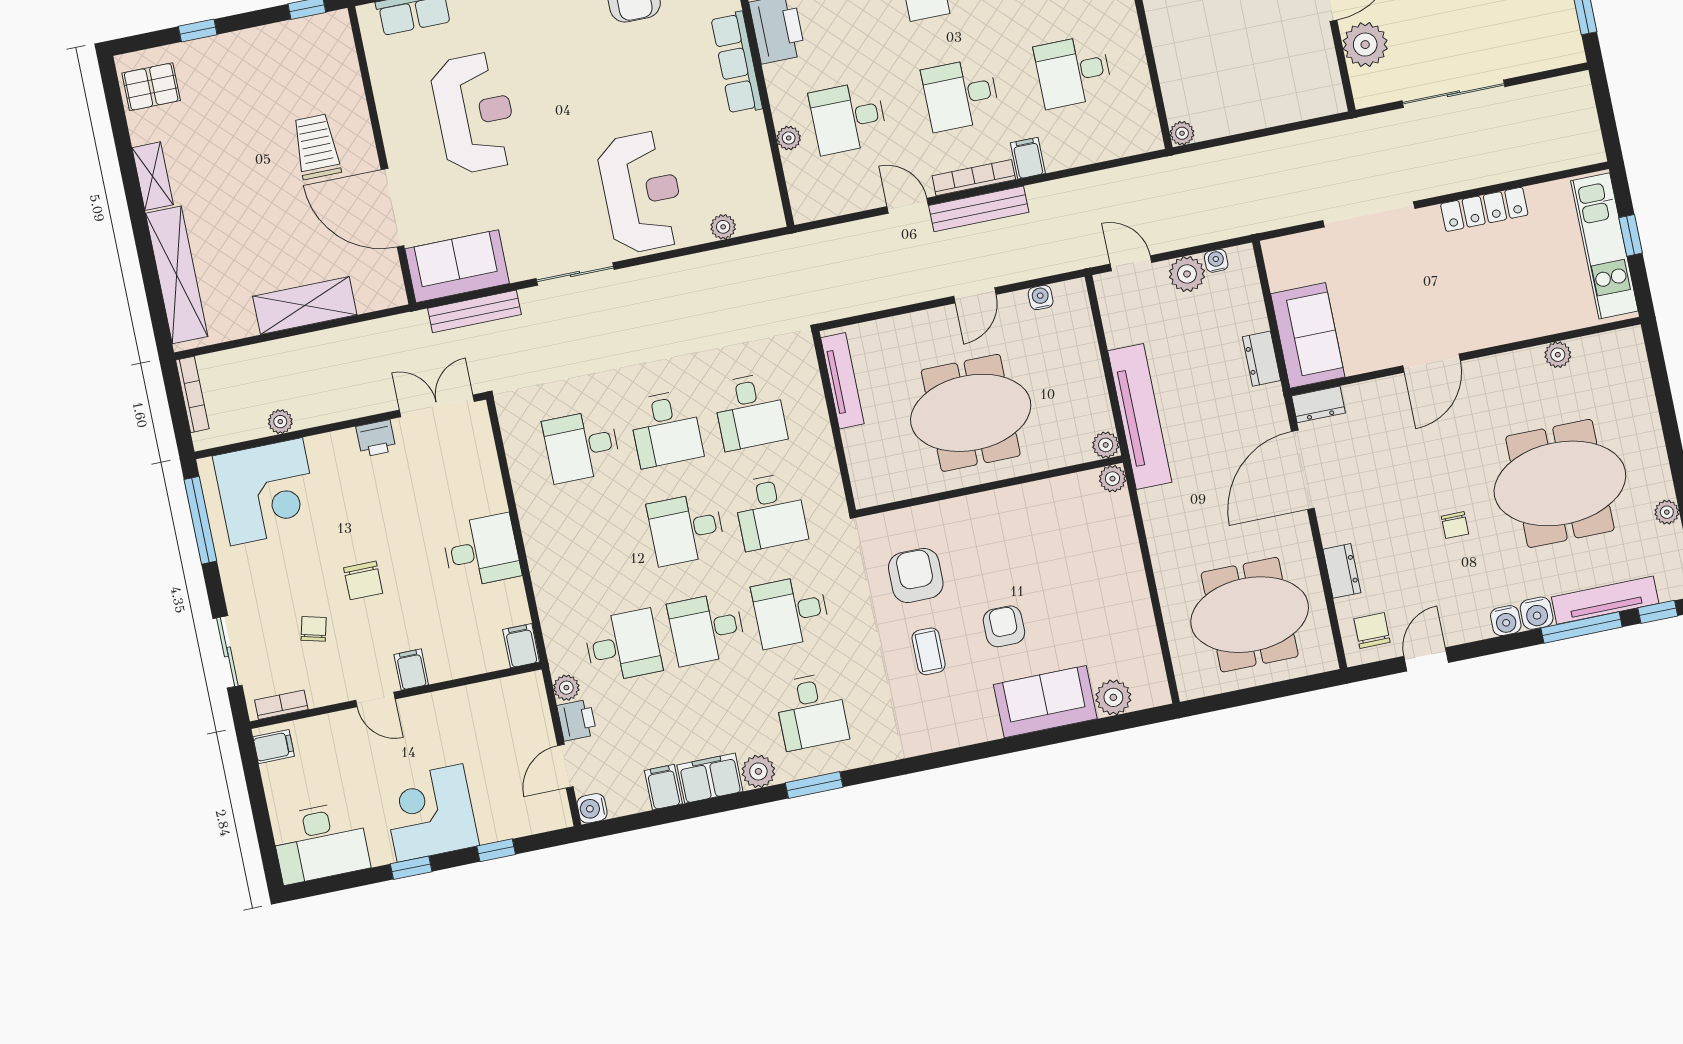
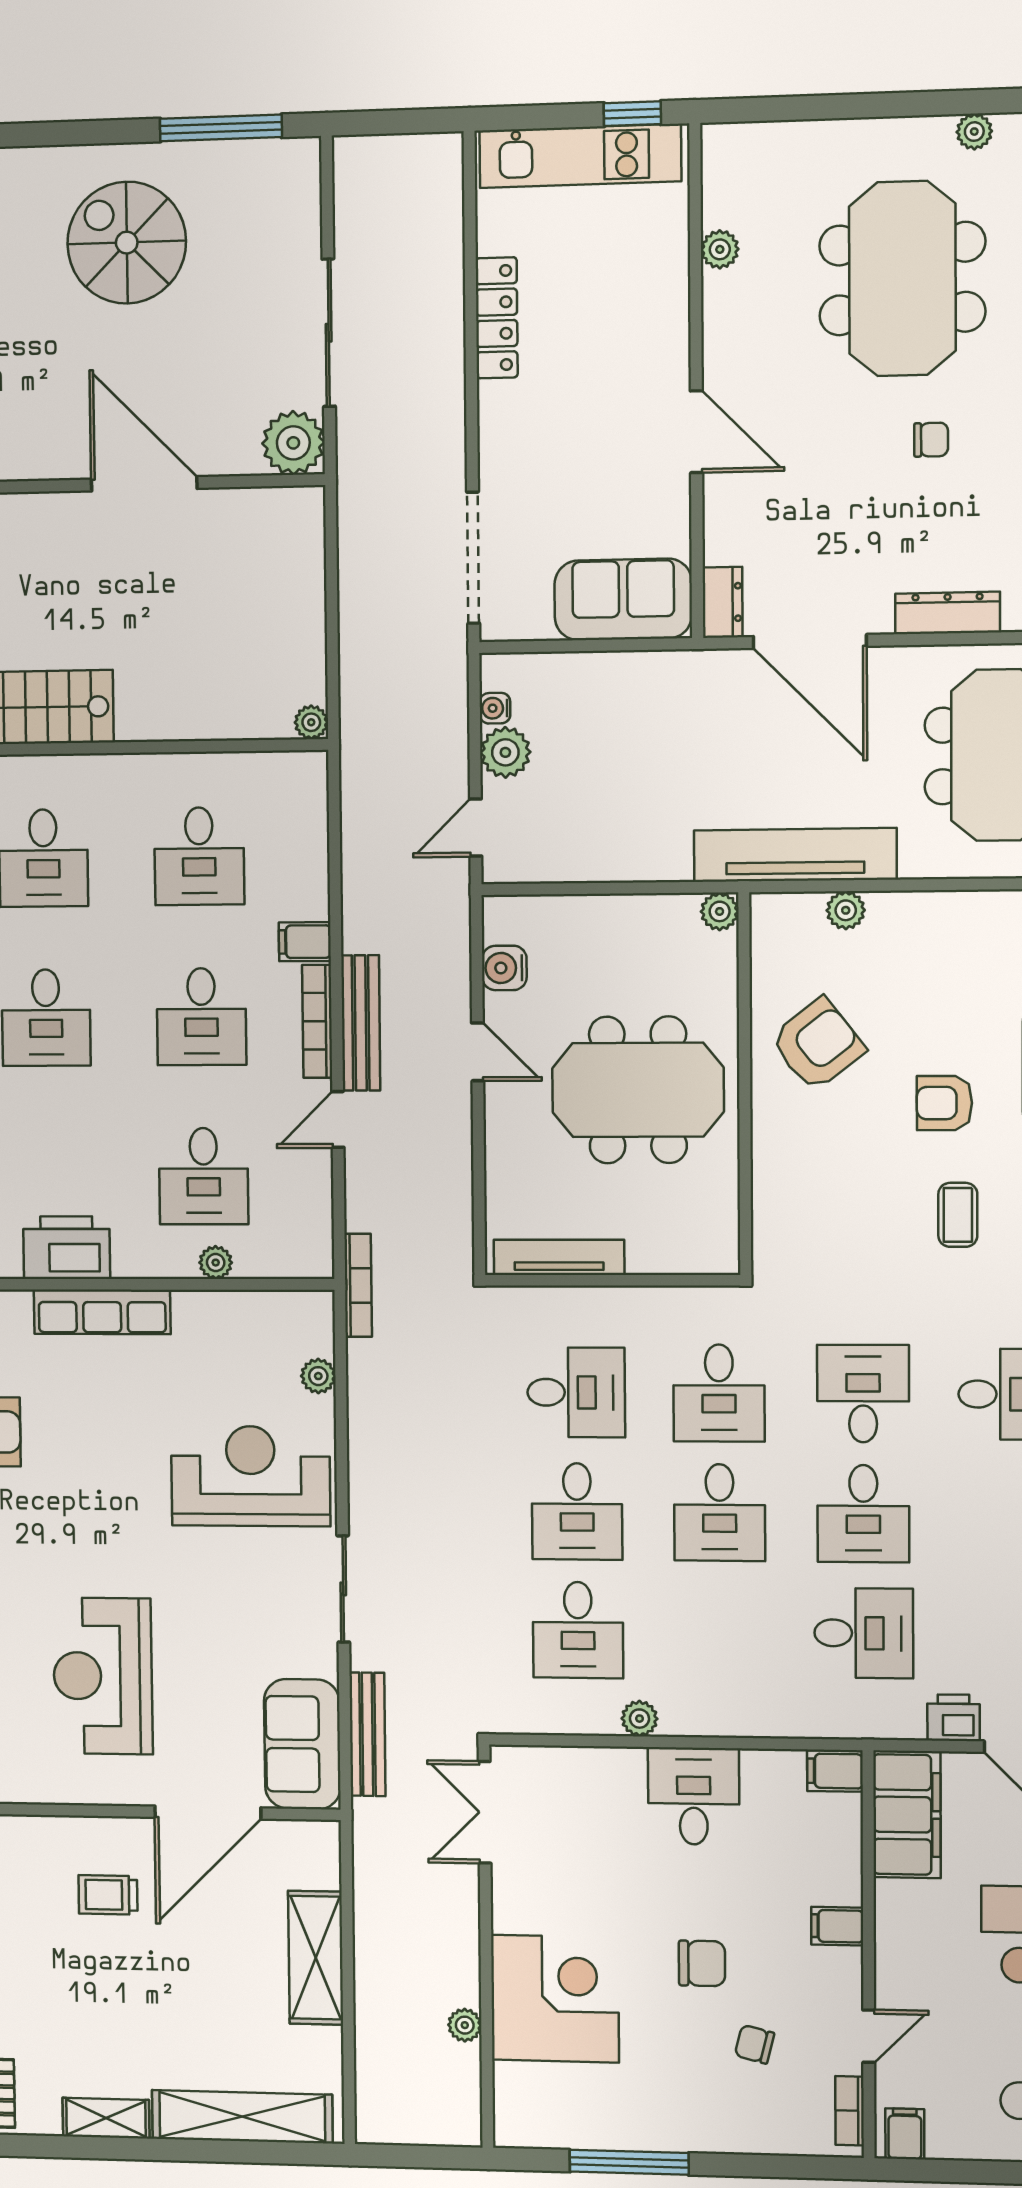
plant: (1365, 45) -> (293, 443), moved
reception desk: (475, 113) -> (103, 1676), turned -90
trolley: (316, 147) -> (108, 1895), width x0.73, depth x0.72
doorway: (1369, 214) -> (473, 558), moved
window: (1631, 235) -> (632, 114), moved
water cooler: (1041, 297) -> (504, 968), width x1.38, depth x1.38
dresser: (1262, 359) -> (643, 670), removed
bookcase: (192, 394) -> (358, 1285), moved, turned 90
meeting table: (971, 413) -> (638, 1090), turned 90
tv unit: (1140, 417) -> (795, 855), moved
desk: (666, 429) -> (577, 1511), turned 90
printer: (376, 438) -> (513, 1903), removed
plant: (1112, 479) -> (846, 910), moved
corner desk: (266, 492) -> (555, 1999), moved
desk: (770, 512) -> (719, 1393), turned 90
window: (200, 520) -> (629, 2162), moved
dresser: (1342, 571) -> (948, 613), width x1.44
armchair: (916, 575) -> (818, 1044), moved, turned 142
desk: (791, 611) -> (863, 1394), turned 180
desk: (623, 646) -> (864, 1633), turned 90
coffee table: (929, 651) -> (958, 1215), turned 90
sliding door: (227, 652) -> (762, 2166), removed
plant: (566, 688) -> (639, 1719), moved
door: (375, 700) -> (869, 2036), moved
filing cabinet: (501, 702) -> (907, 1815), added

